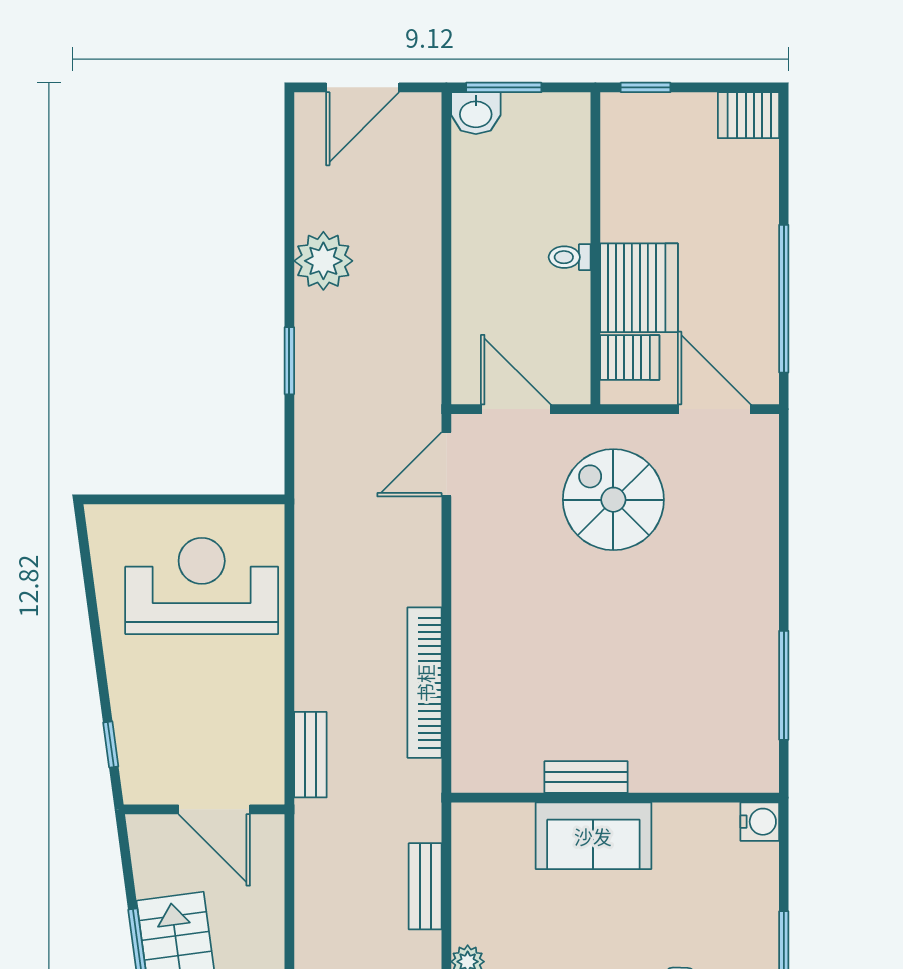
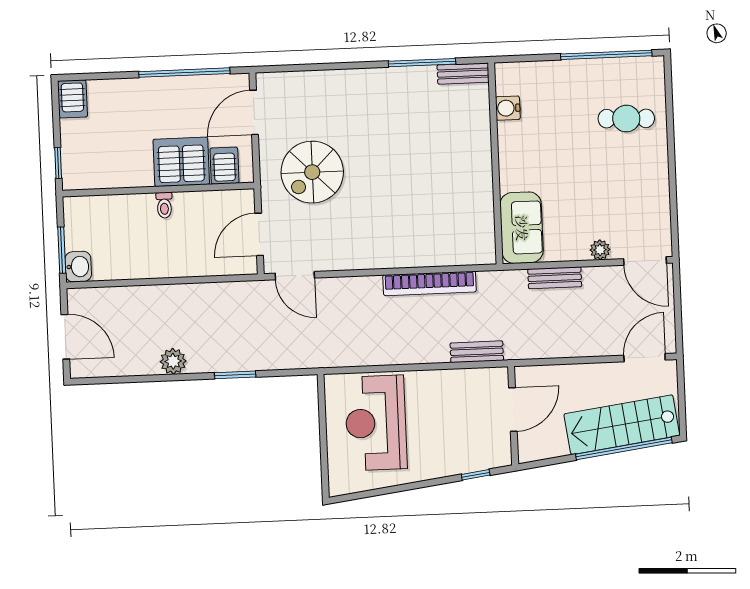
plant: (323, 261) -> (173, 361), width x0.73, depth x0.73
bench: (586, 777) -> (463, 74), moved, turned 90
water cooler: (760, 822) -> (508, 108), moved, turned -90
sofa: (593, 836) -> (522, 228), moved

